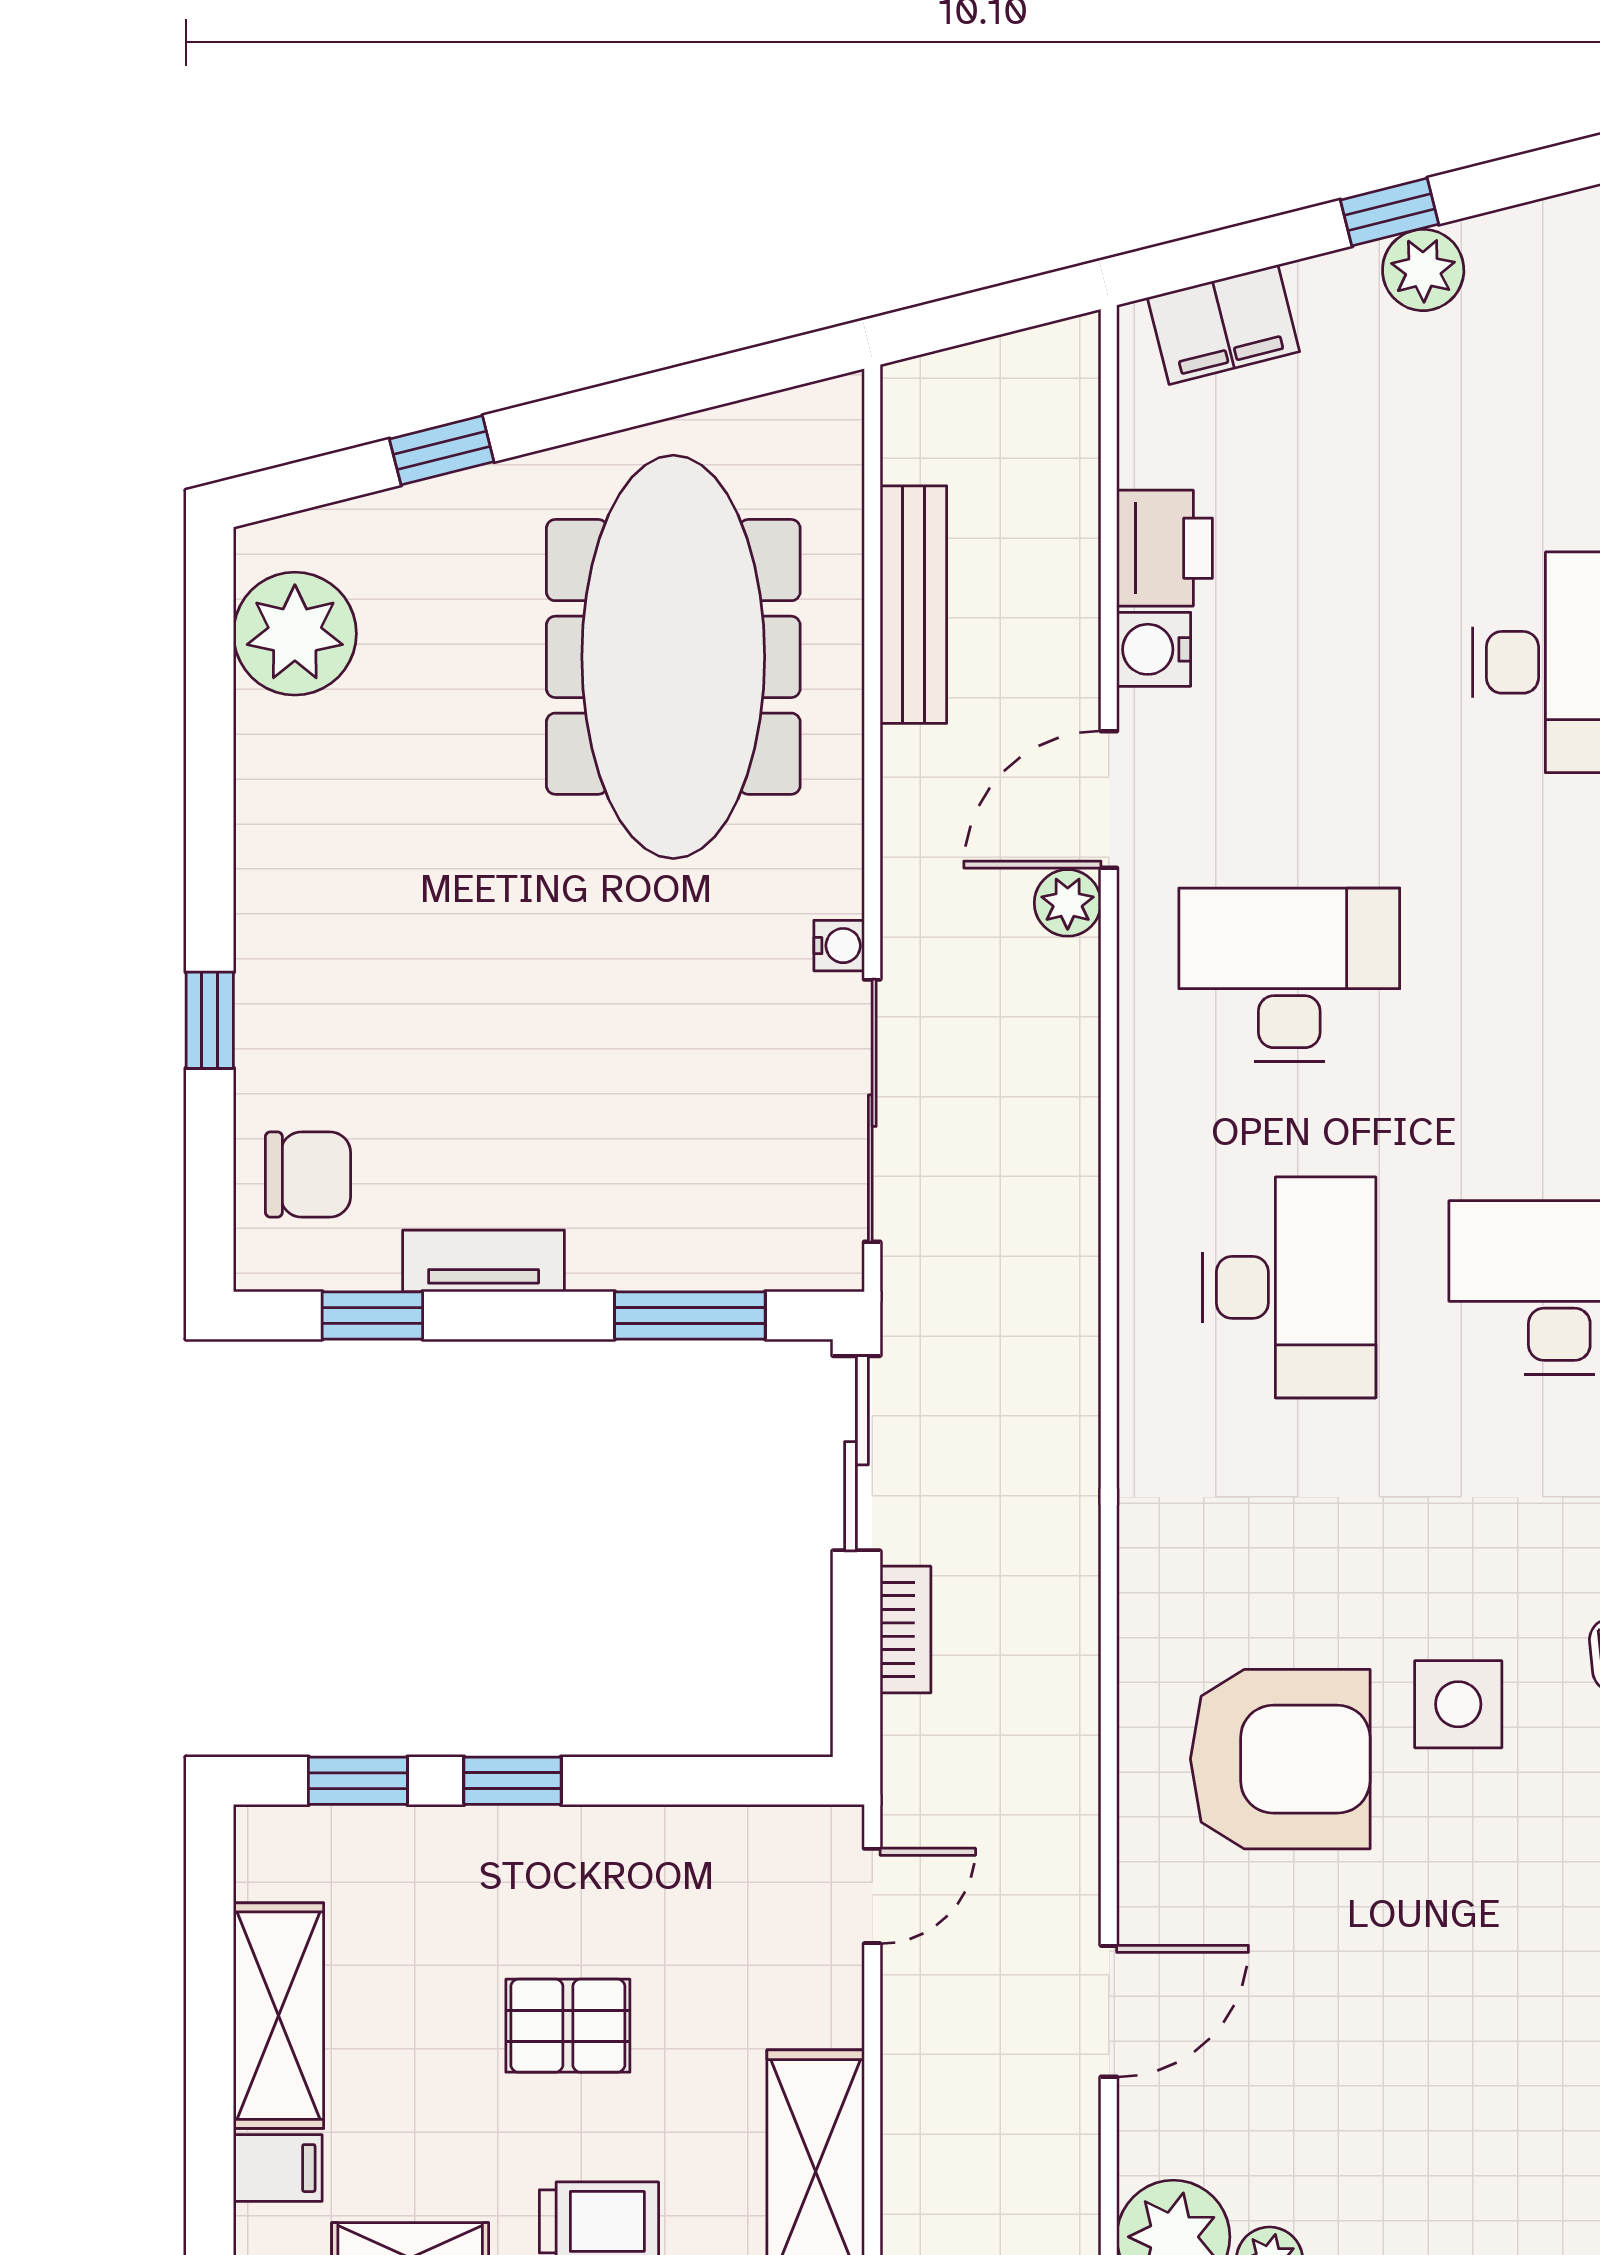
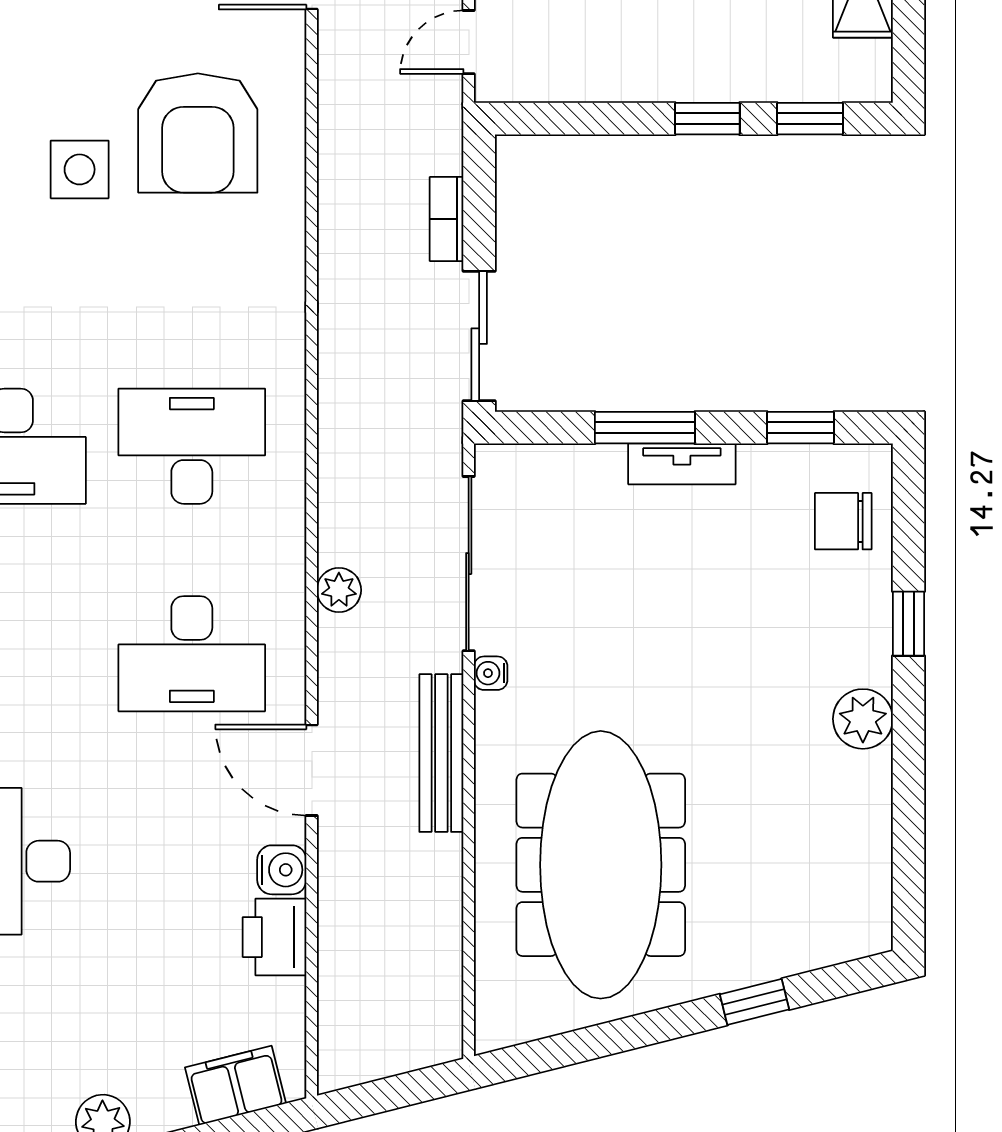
bench: (913, 605) -> (441, 753), moved
plant: (295, 634) -> (863, 719), moved, width x0.73, depth x0.73
door: (1109, 800) -> (312, 770), swing flipped
plant: (1068, 903) -> (339, 590), moved
tv unit: (484, 1261) -> (682, 464), moved
desk: (1289, 1287) -> (192, 446), turned 90
window: (690, 1315) -> (645, 428), moved
armchair: (1280, 1759) -> (198, 133), turned -90

